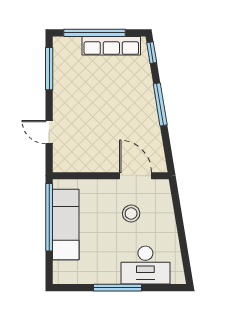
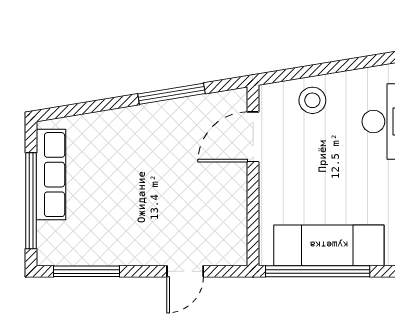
window: (152, 53) -> (62, 112), removed
window: (160, 104) -> (172, 94), moved
stool: (131, 214) -> (312, 100), moved

